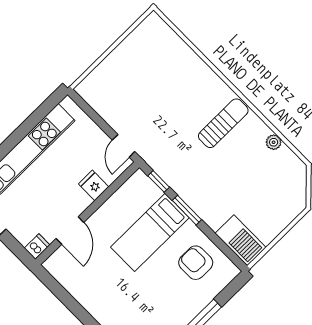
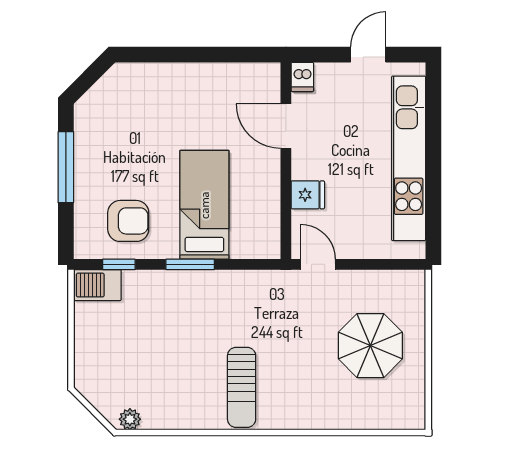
parasol: (138, 79) -> (370, 346), added
plant: (274, 142) -> (130, 419), moved
window: (159, 181) -> (119, 264), moved
barbecue: (241, 240) -> (97, 285), width x0.73, depth x0.83

